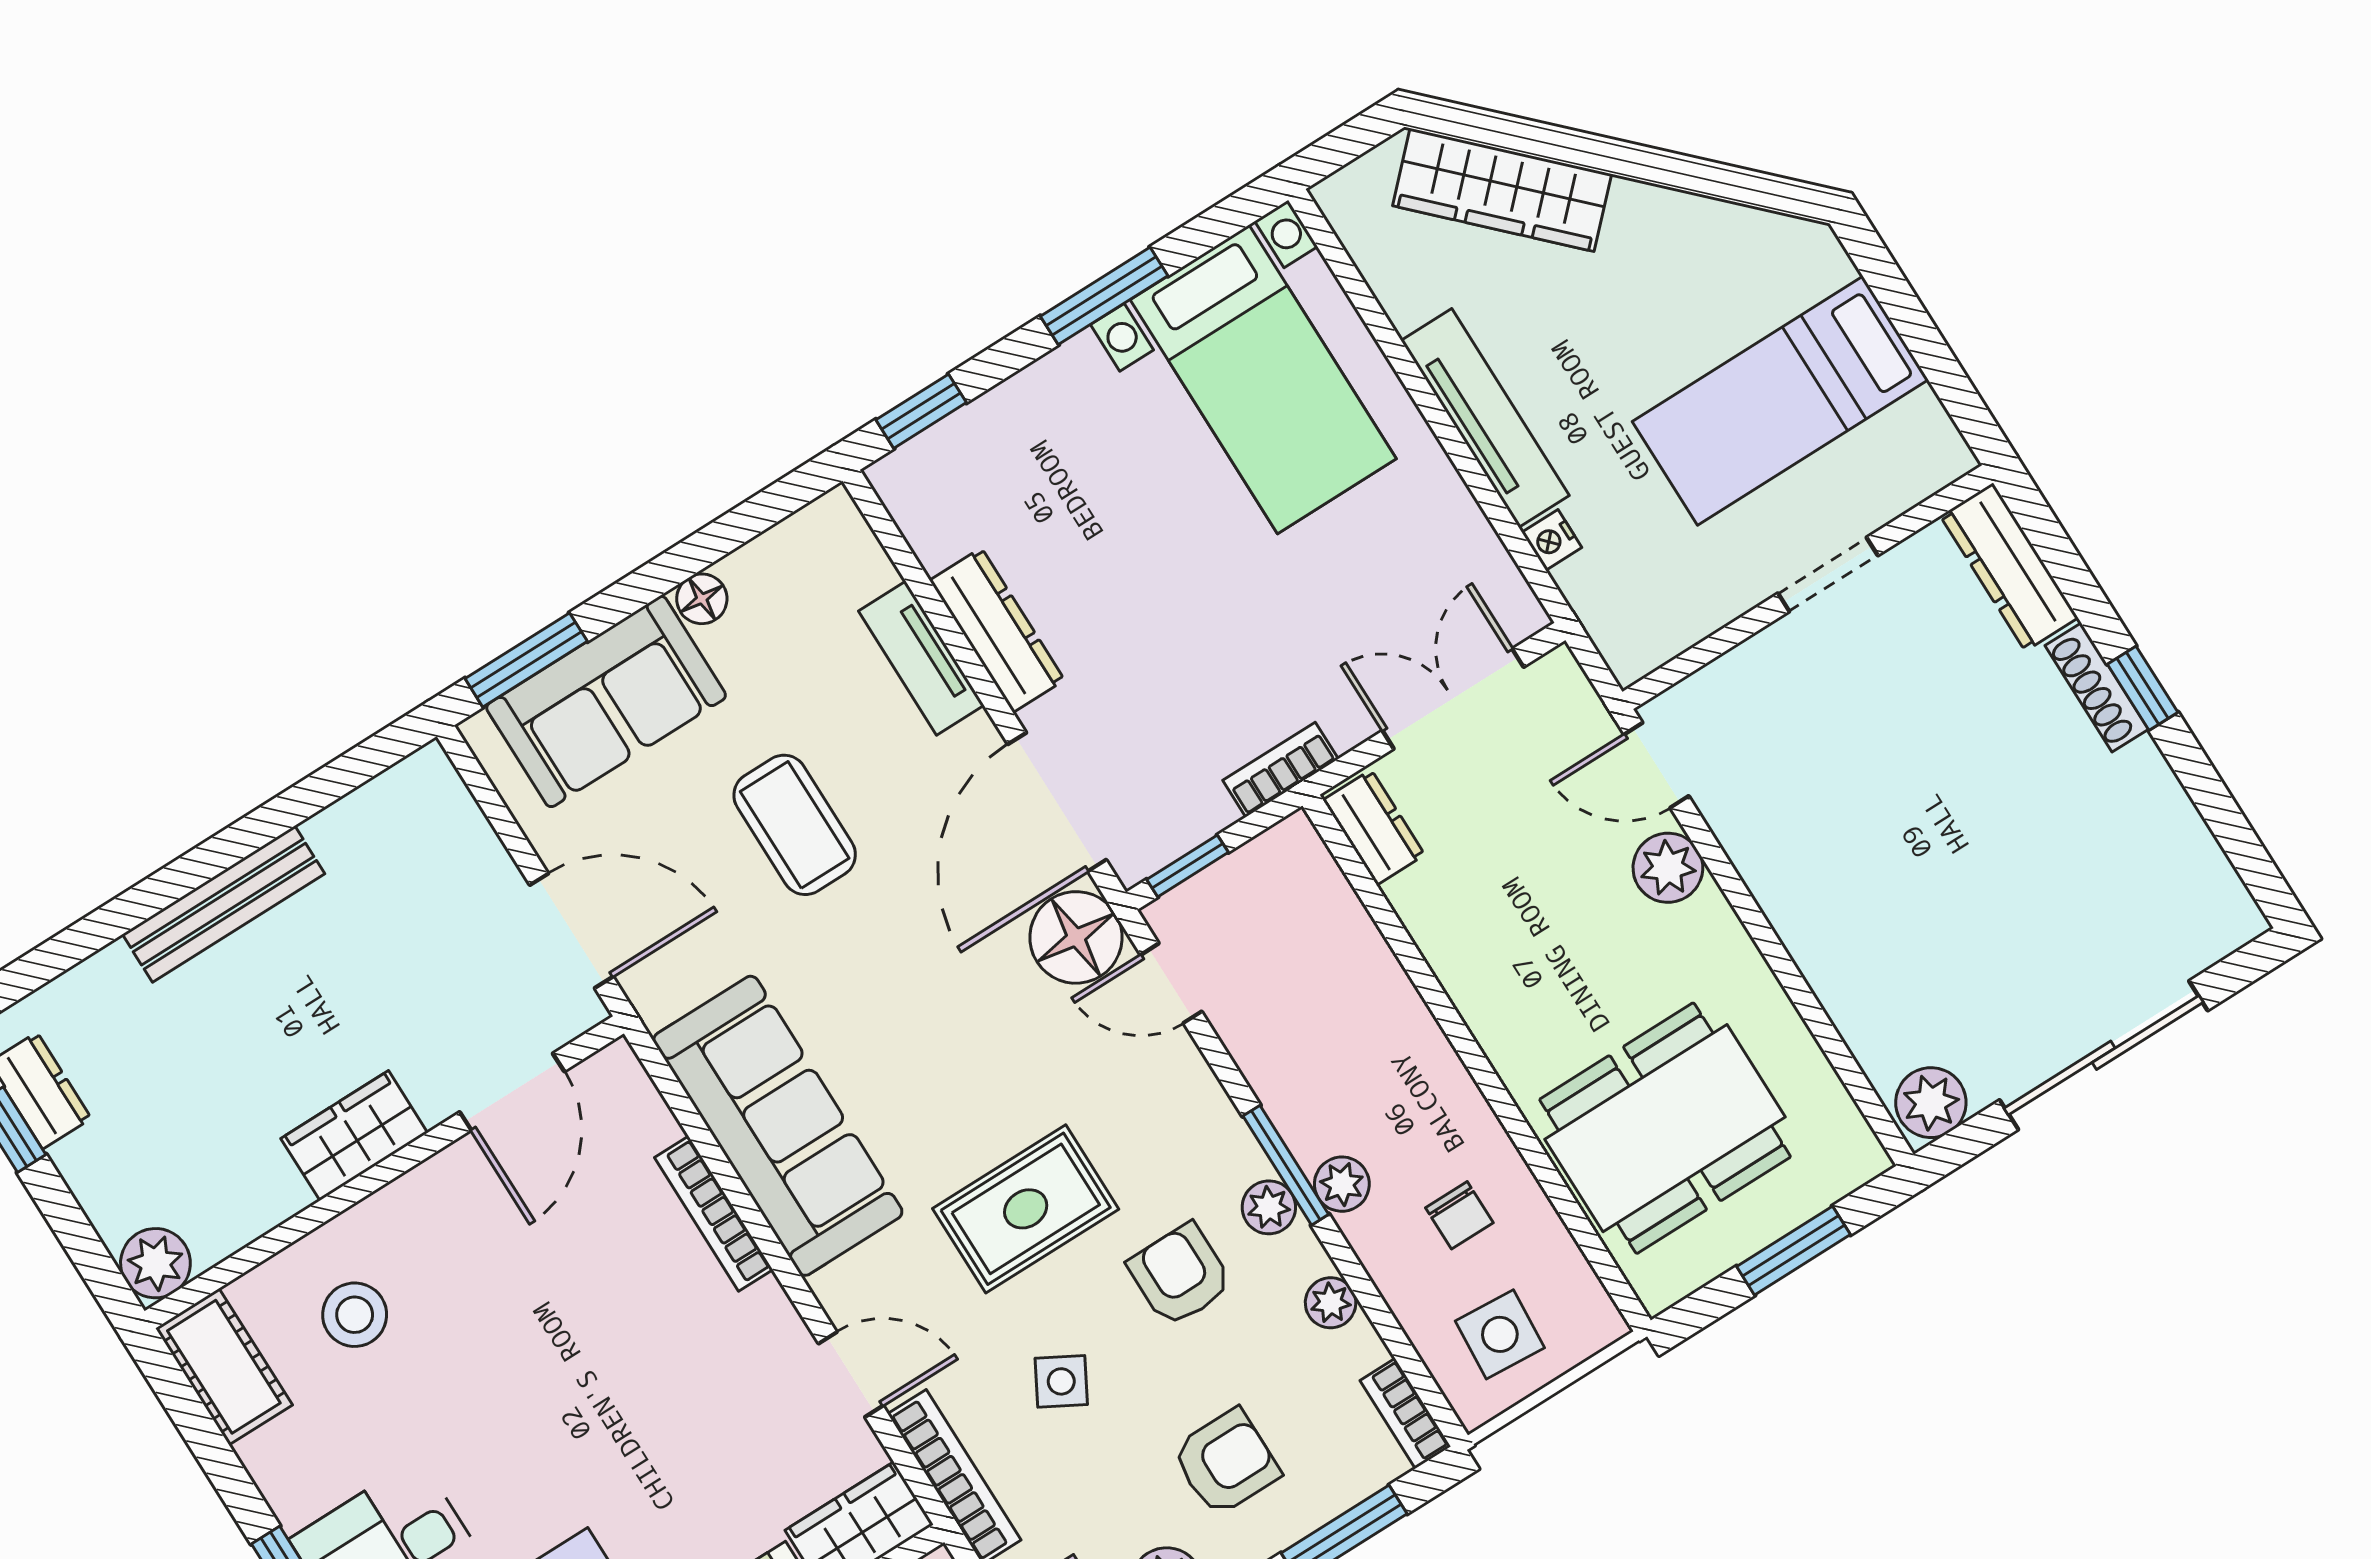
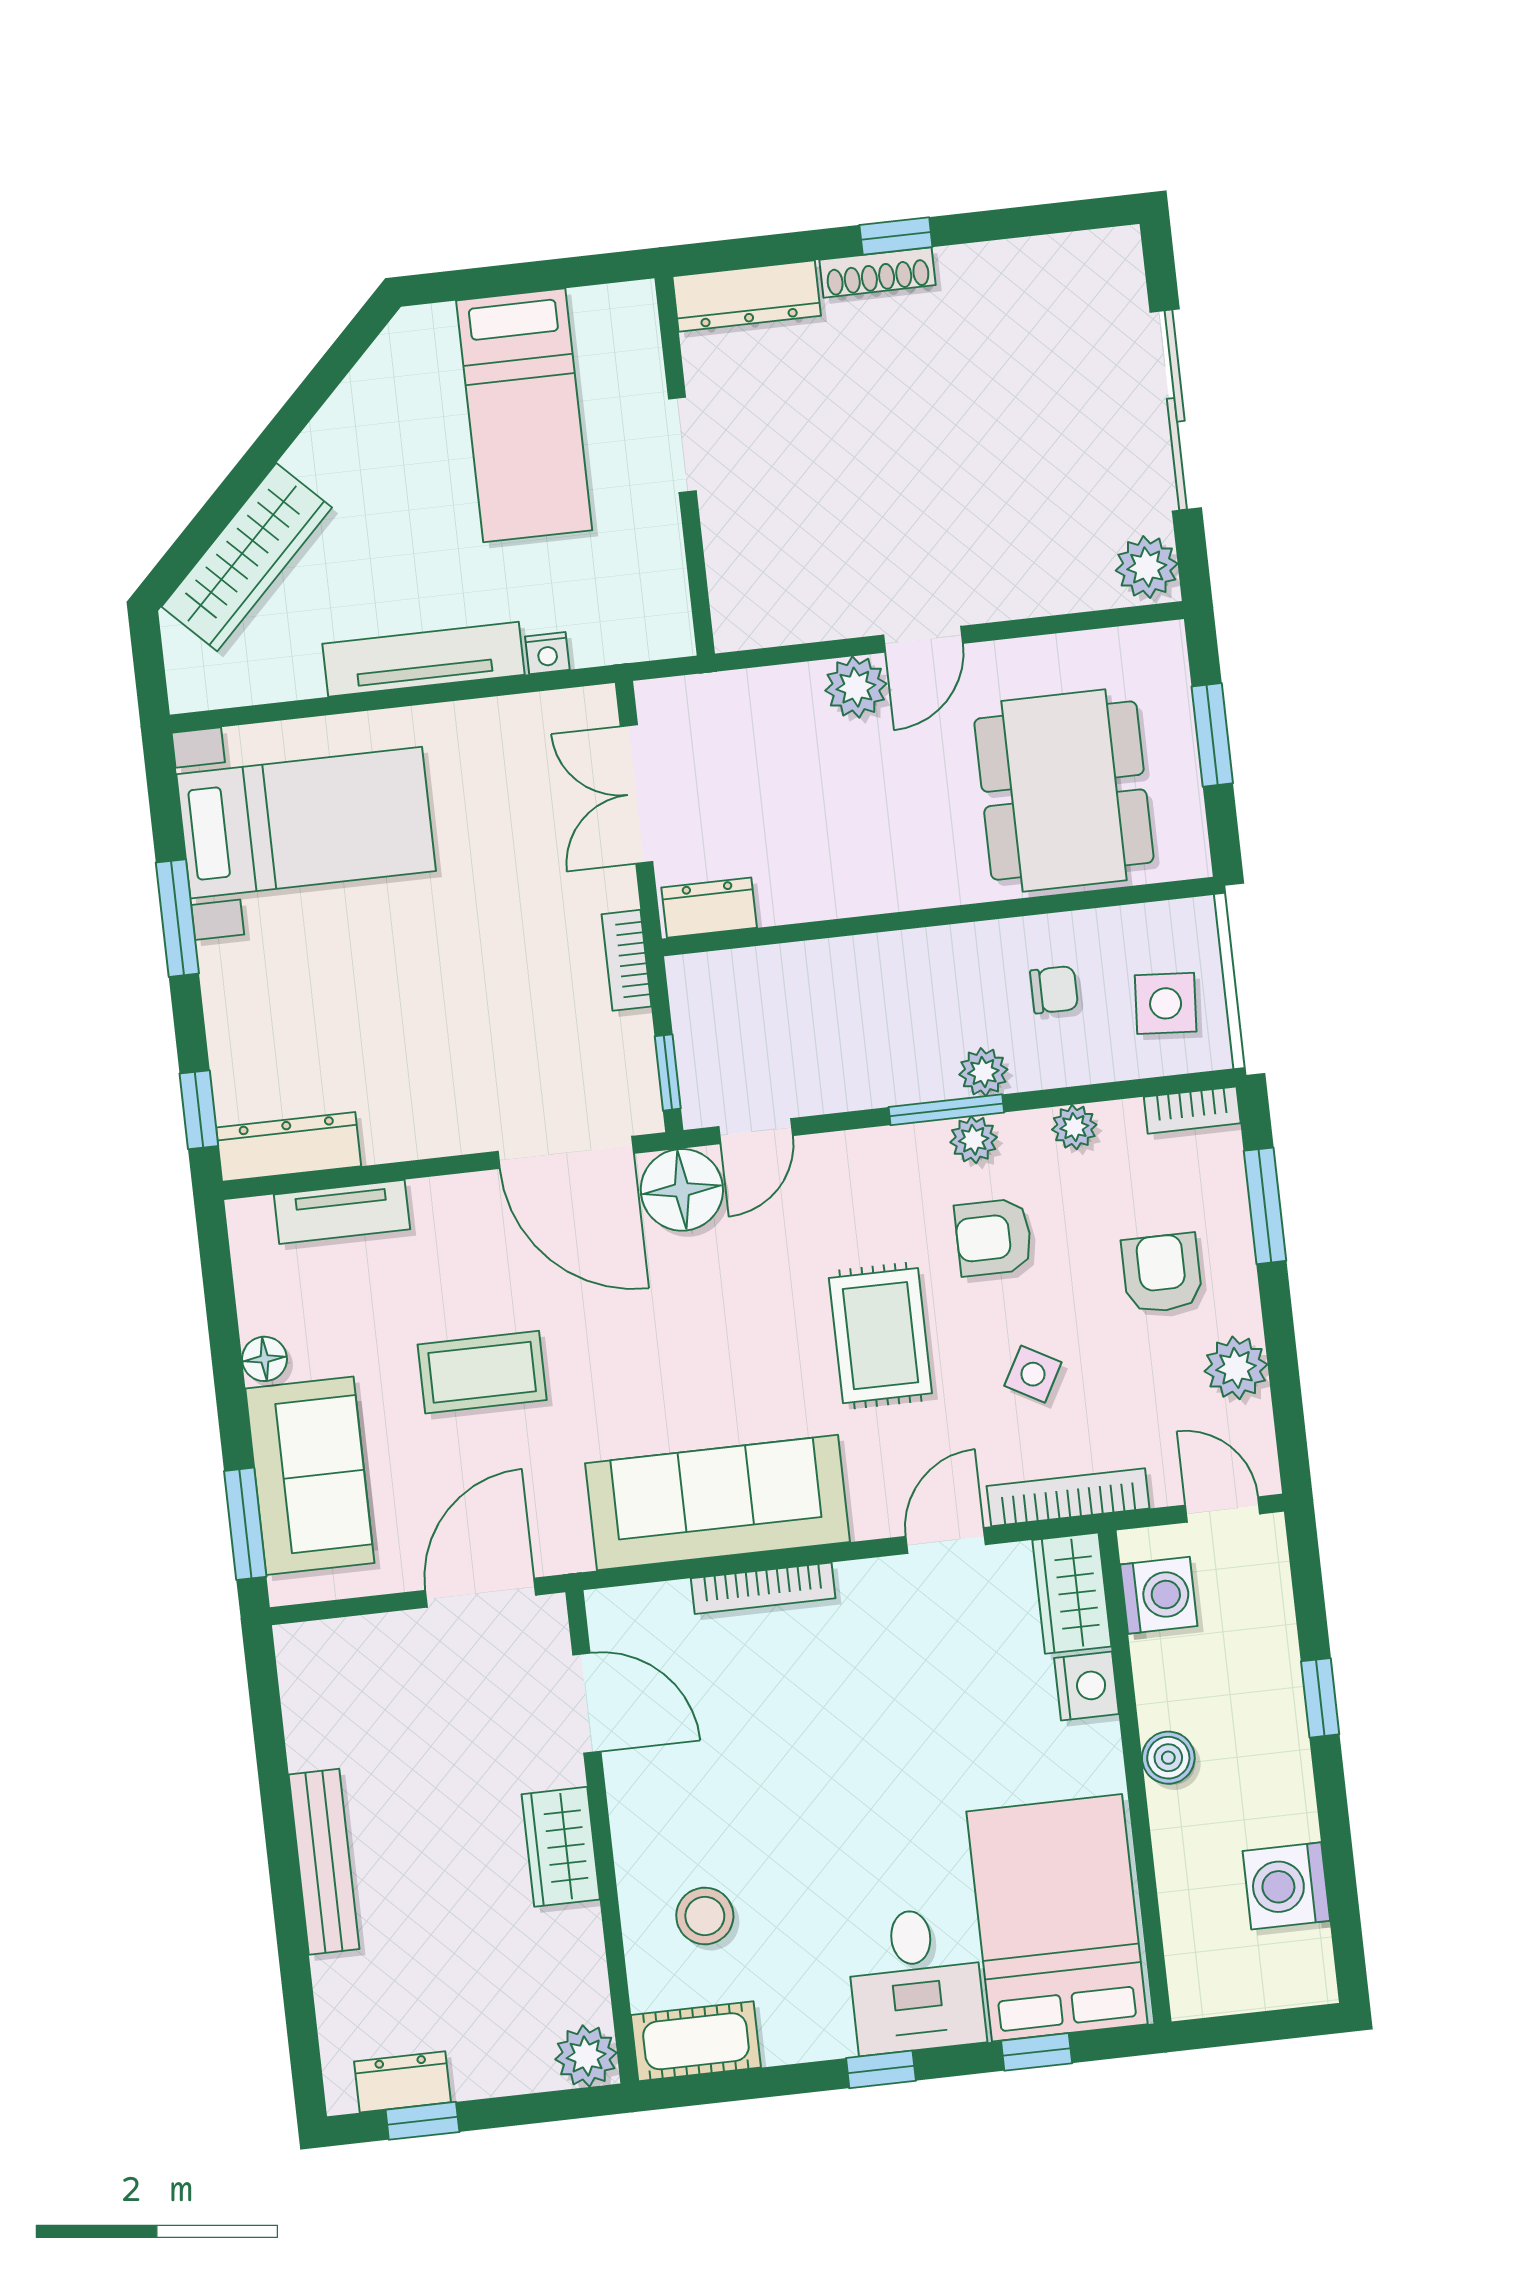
dresser: (997, 630) -> (289, 1147), moved
tv unit: (921, 658) -> (342, 1212), moved
door: (1656, 765) -> (923, 639), moved

